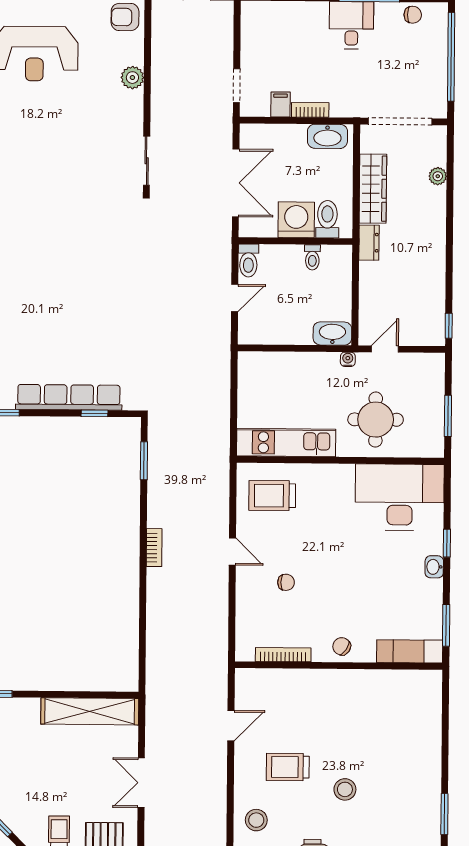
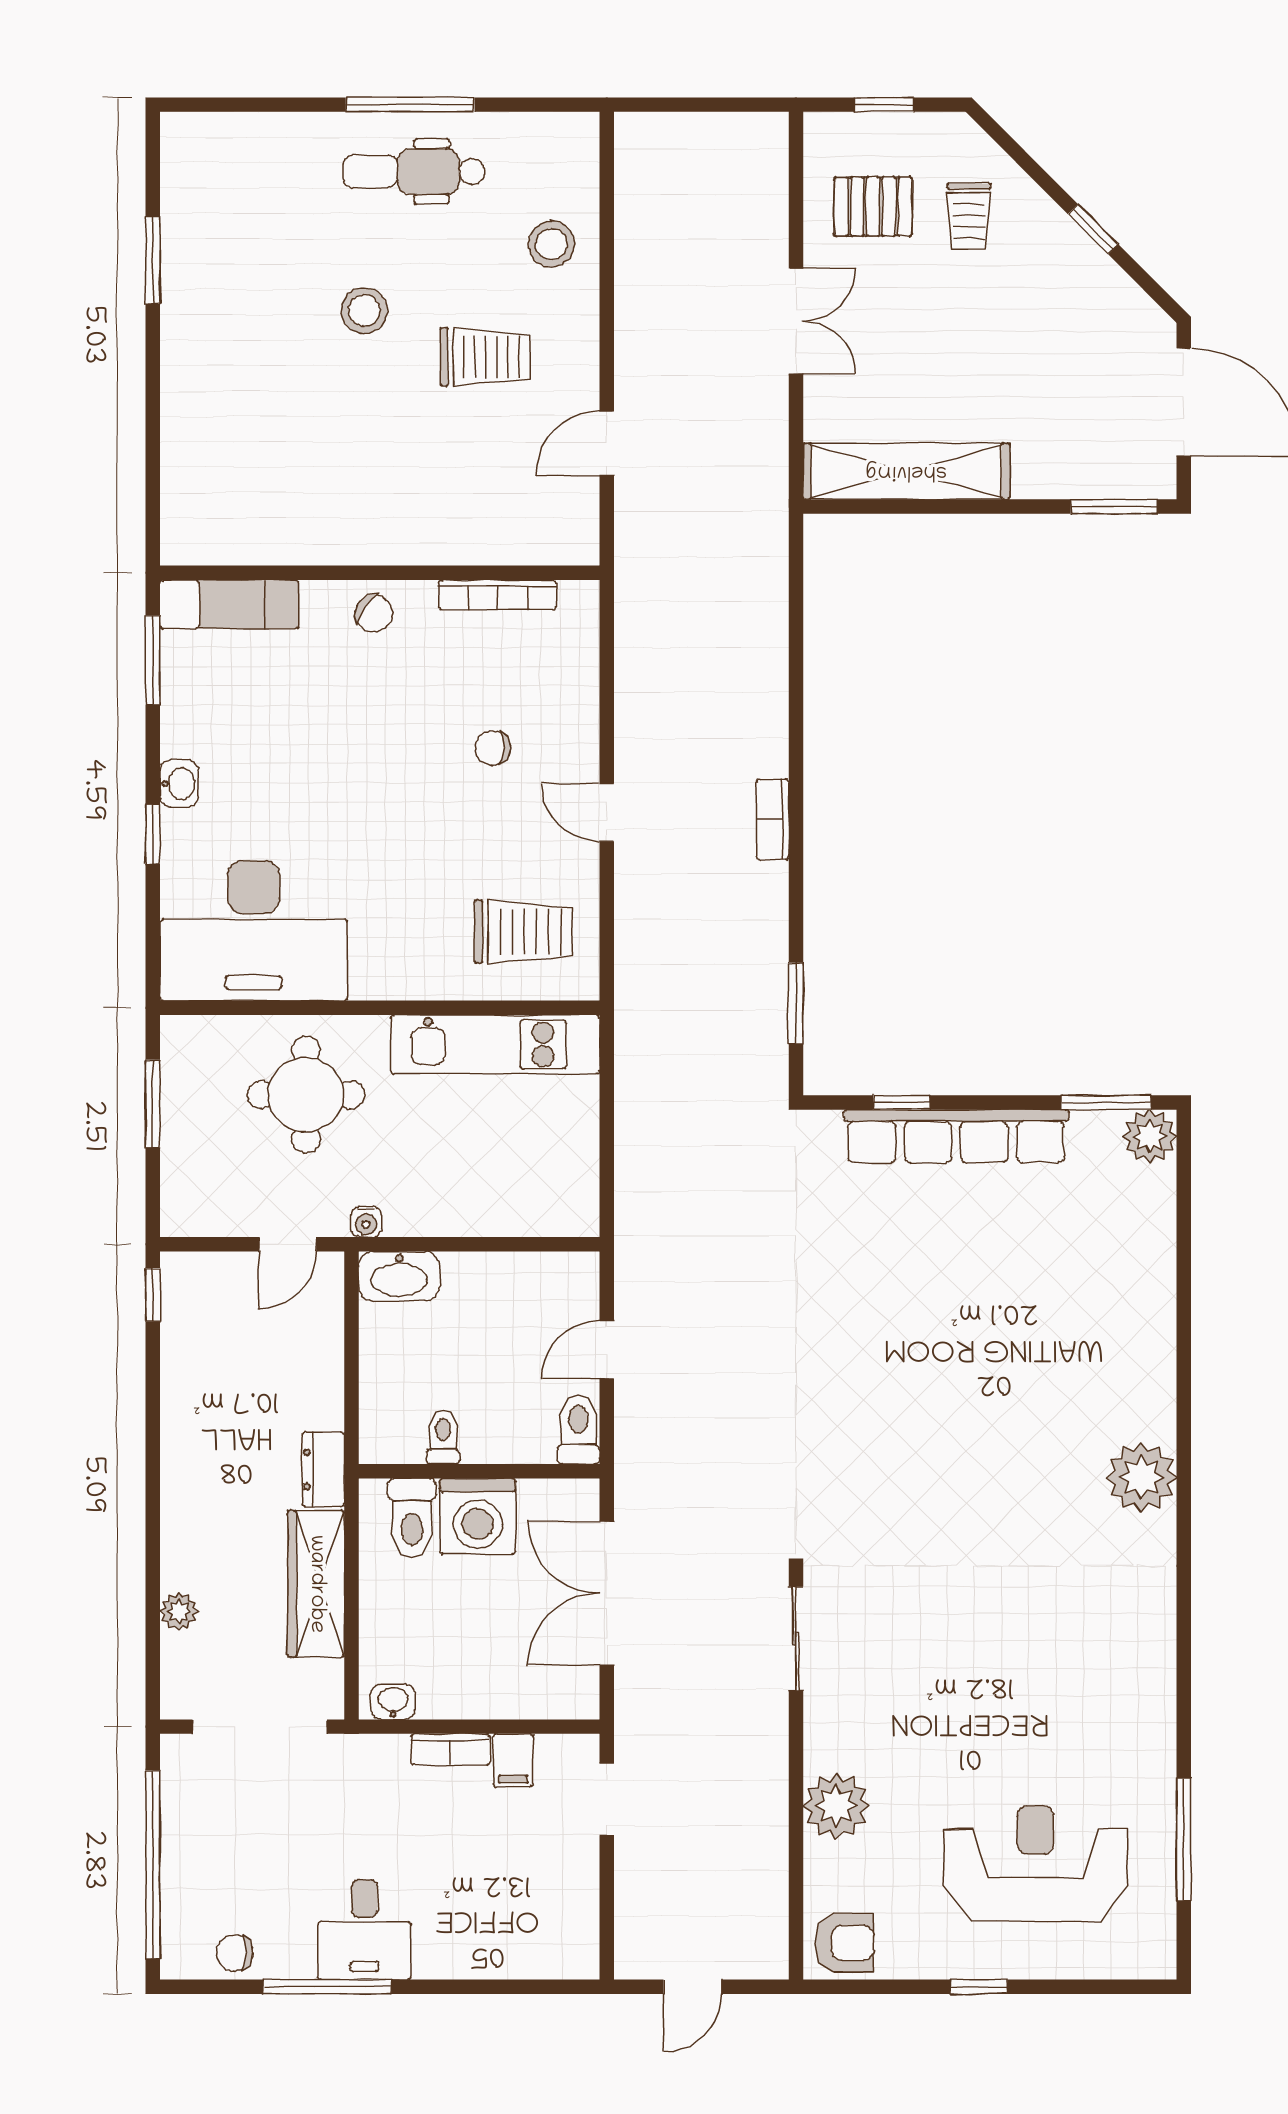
plant: (132, 78) -> (836, 1806), width x1.36, depth x1.36
washbasin: (327, 136) -> (393, 1702), width x0.52, depth x0.69

